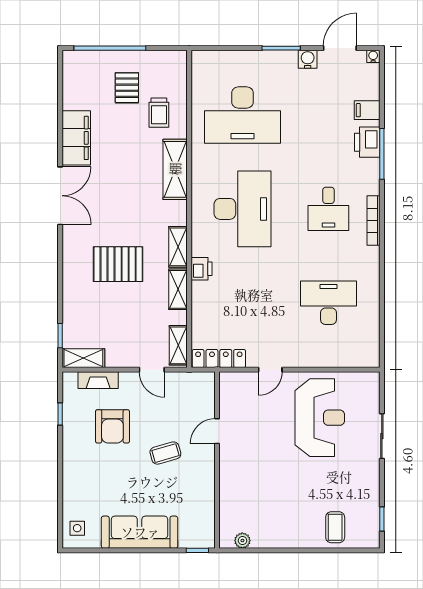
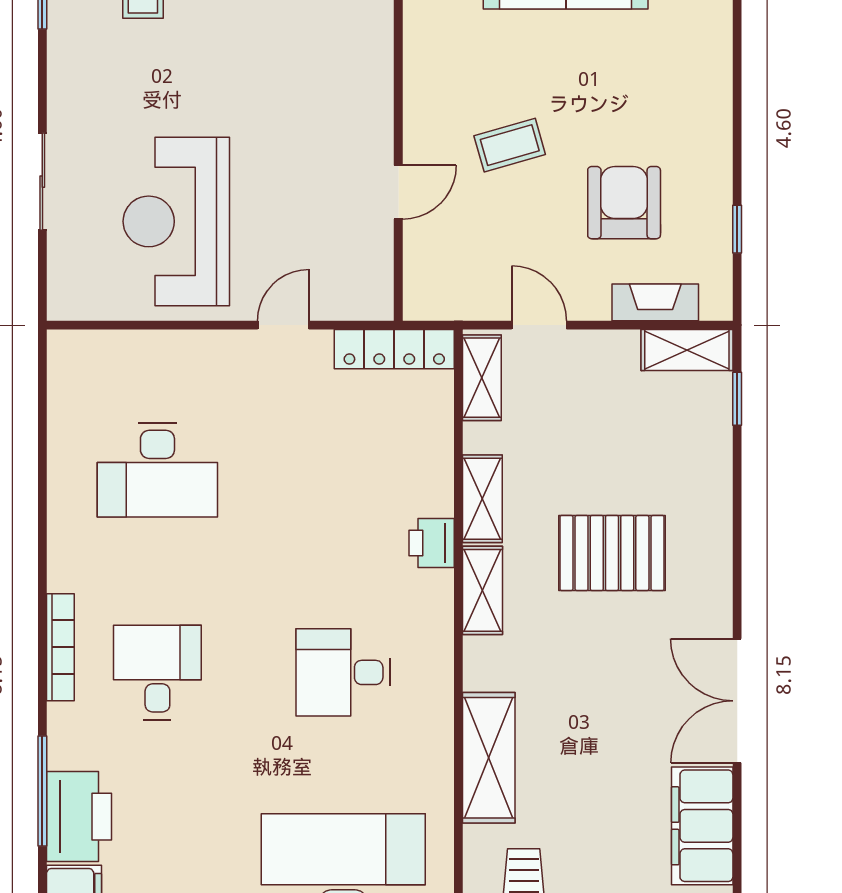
printer: (367, 142) -> (79, 817), width x1.37, depth x1.19
desk: (243, 209) -> (343, 672), width x0.53, depth x0.77

